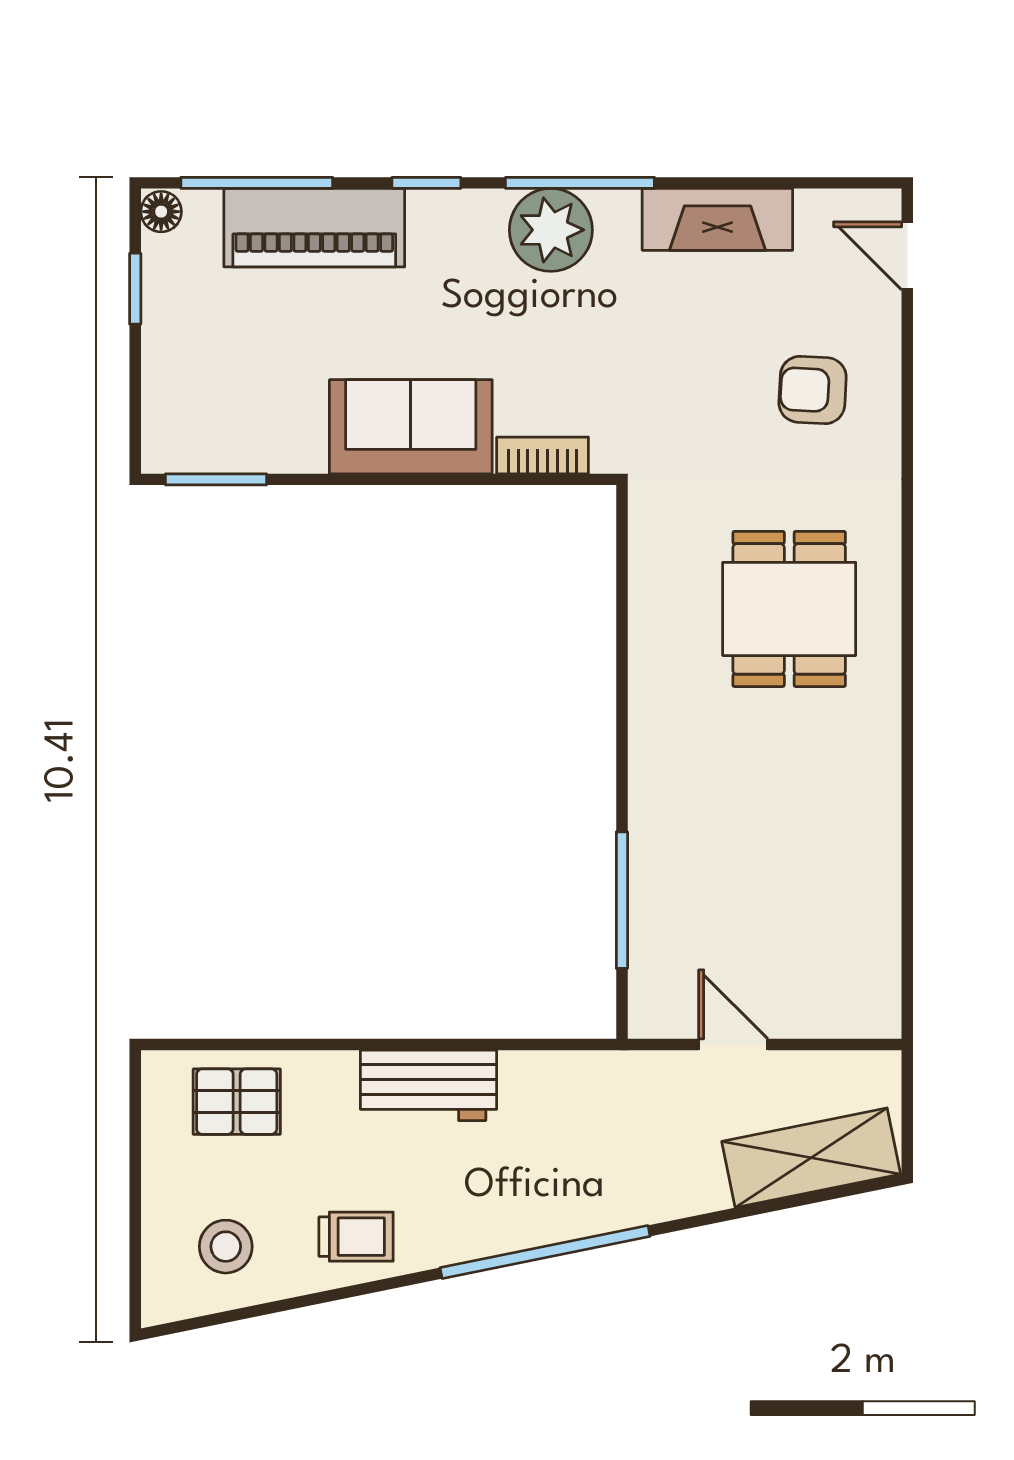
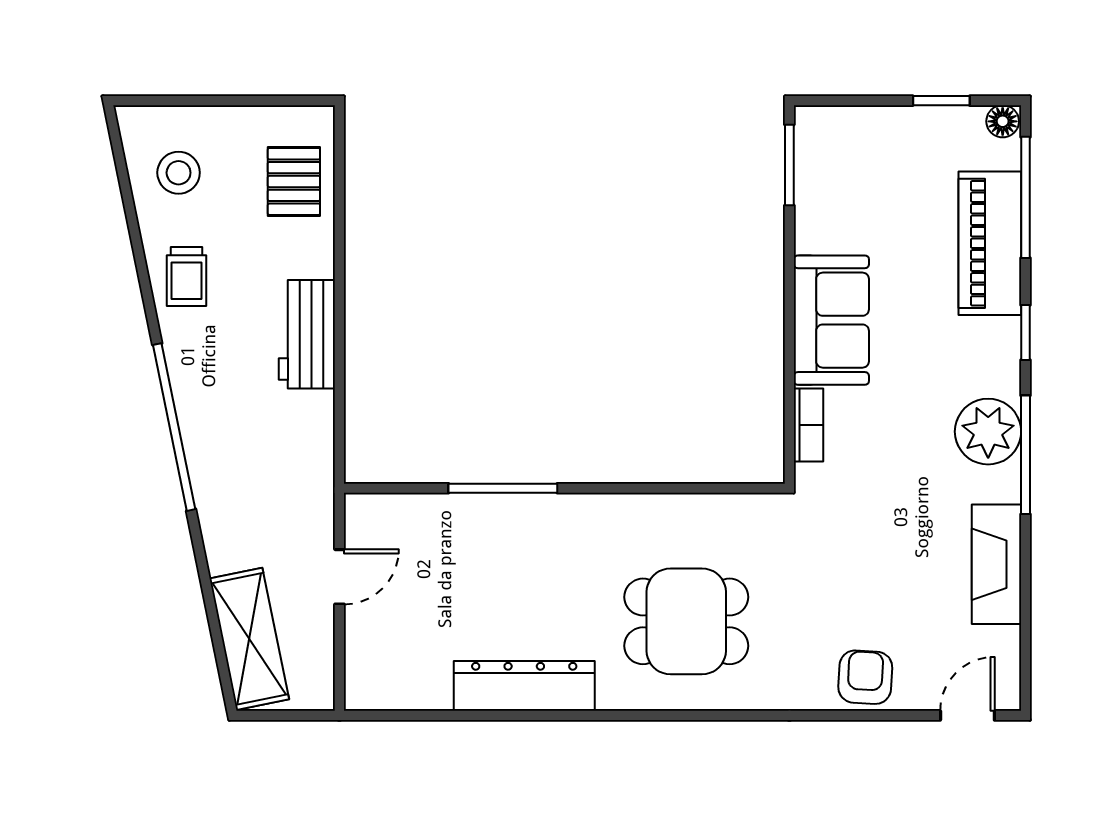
armchair: (813, 390) -> (865, 677), moved
dresser: (870, 812) -> (524, 686), added
window: (622, 900) -> (503, 488), moved

